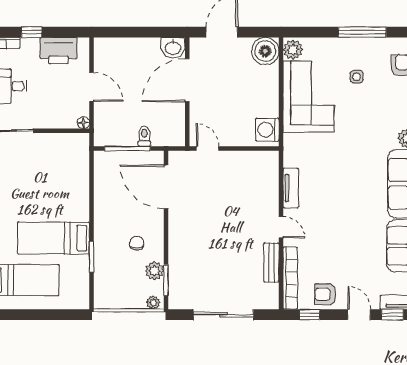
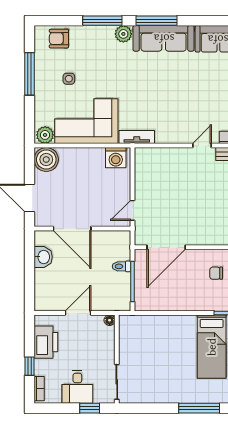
washbasin: (173, 48) -> (43, 257), moved
tv unit: (291, 188) -> (137, 137), moved

